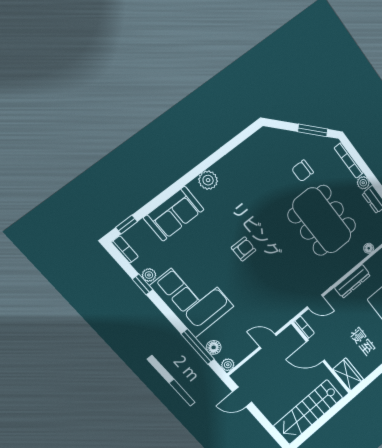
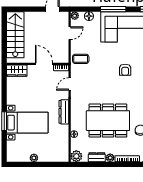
coffee table: (275, 314) -> (81, 59), added
door: (268, 341) -> (70, 33), moved
window: (198, 347) -> (113, 9), moved
door: (315, 351) -> (44, 64), hinge flipped

